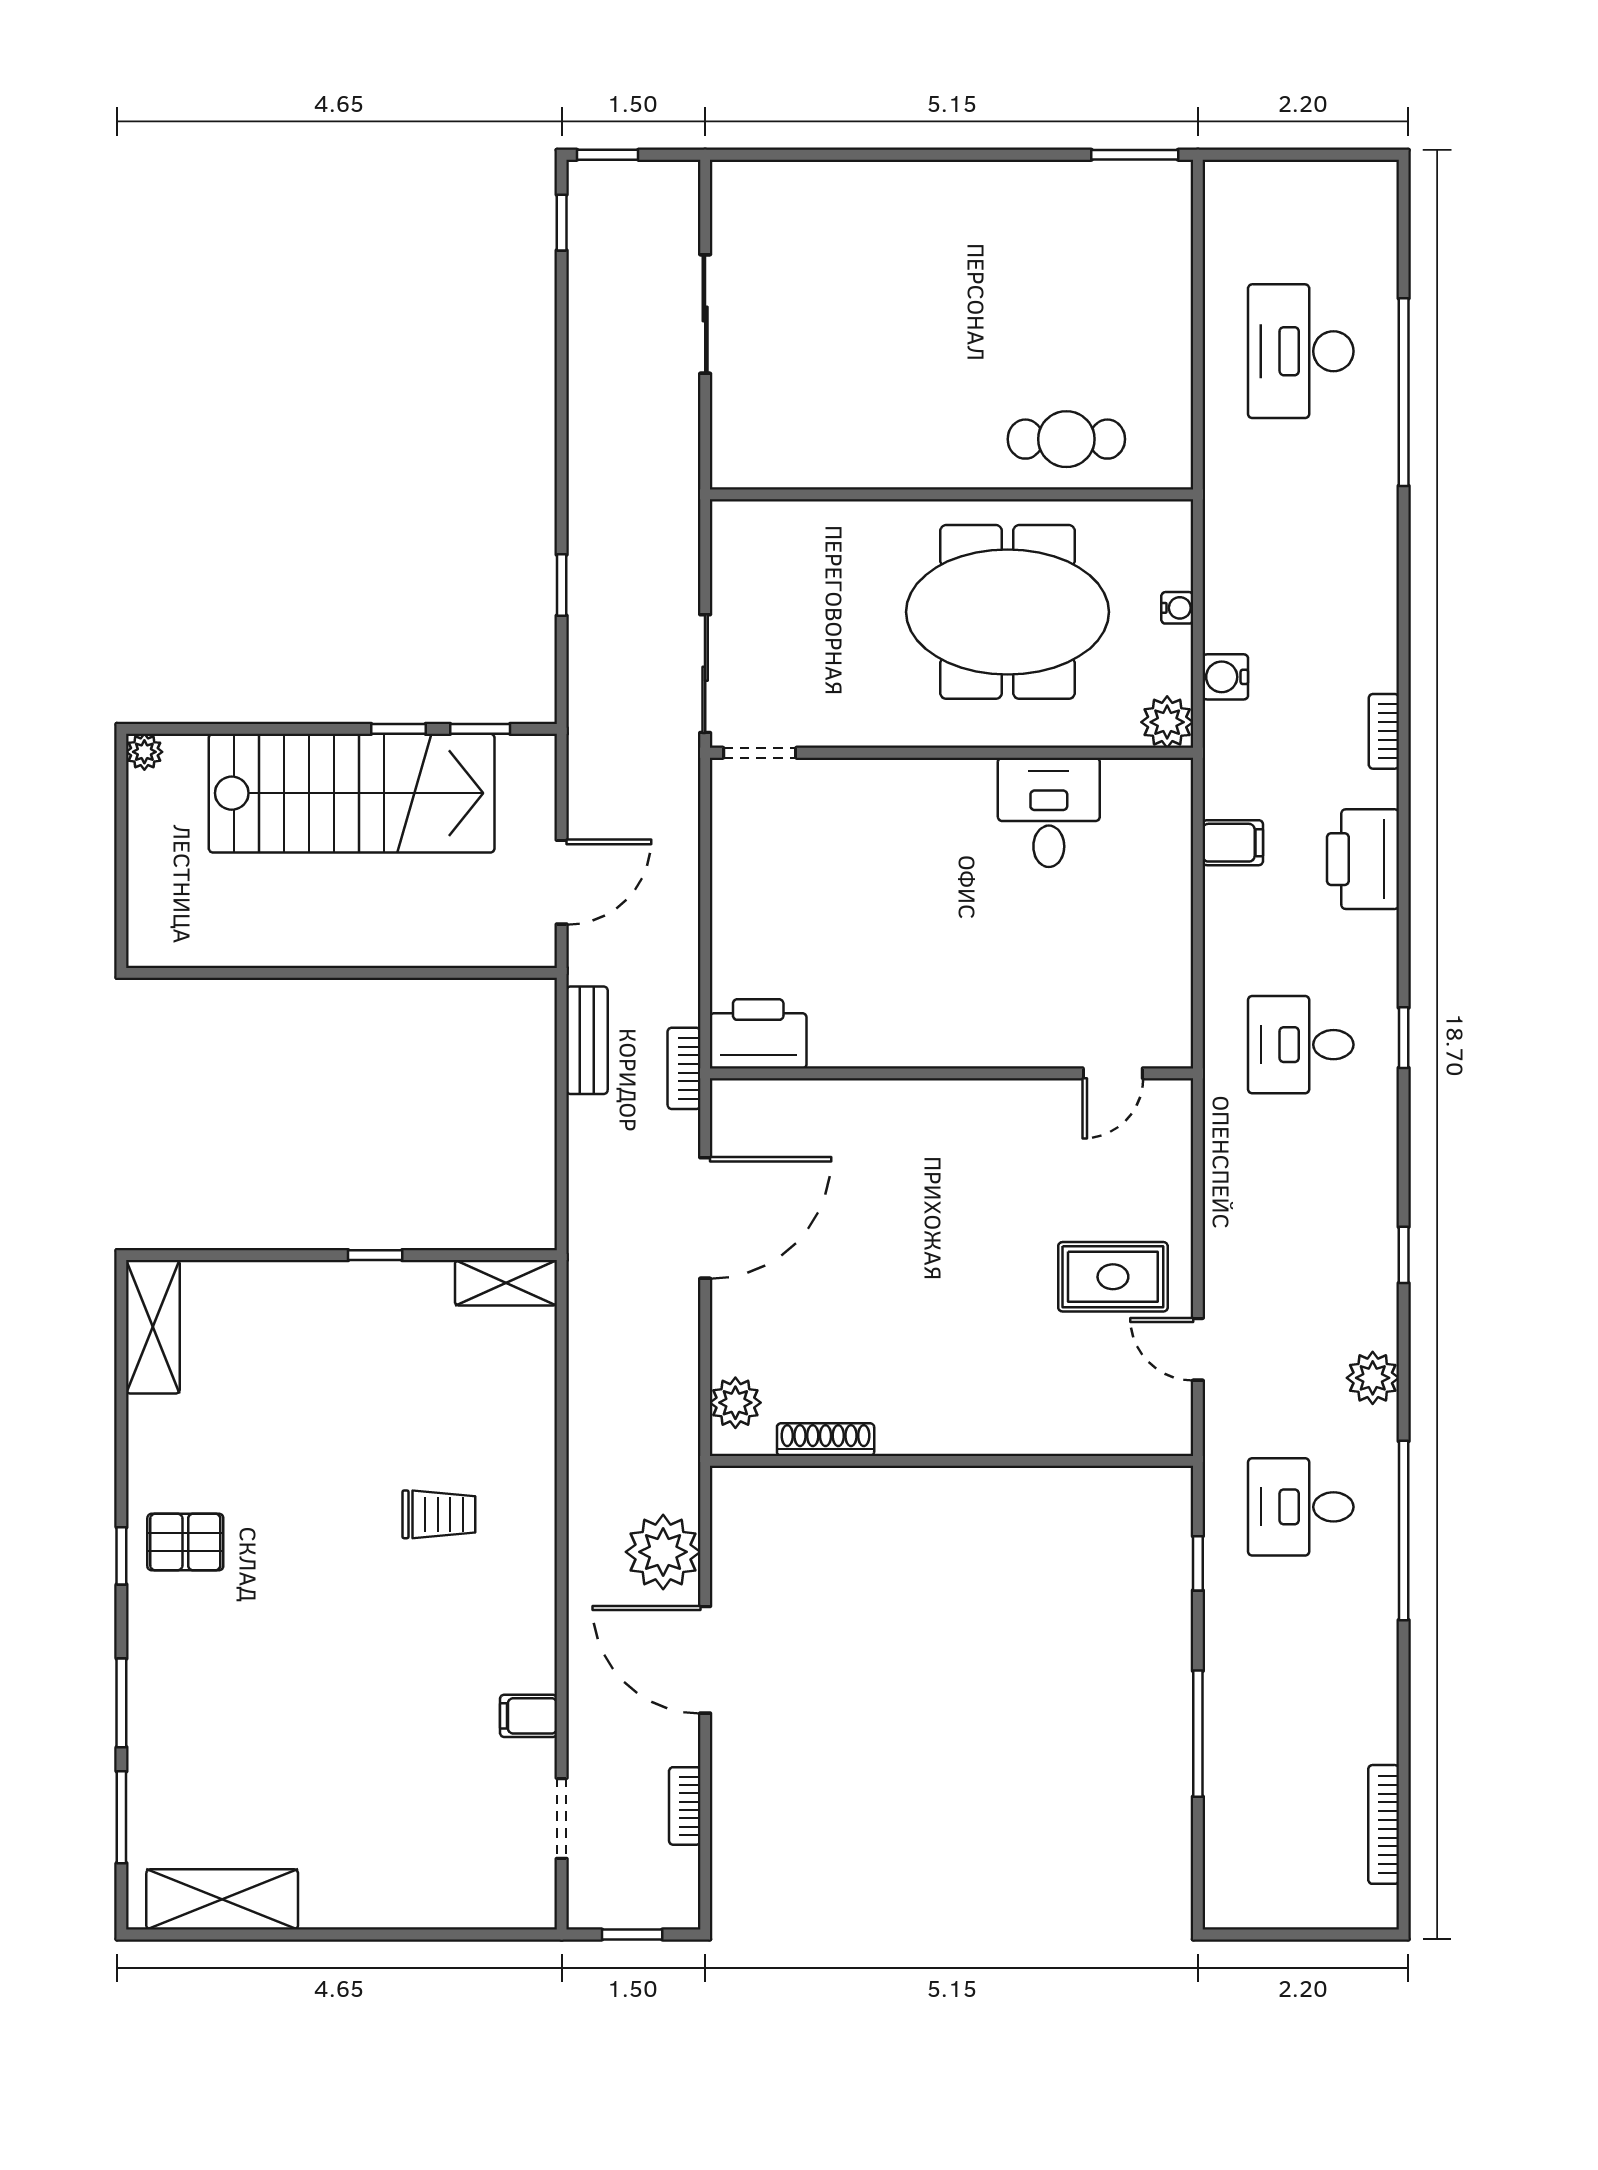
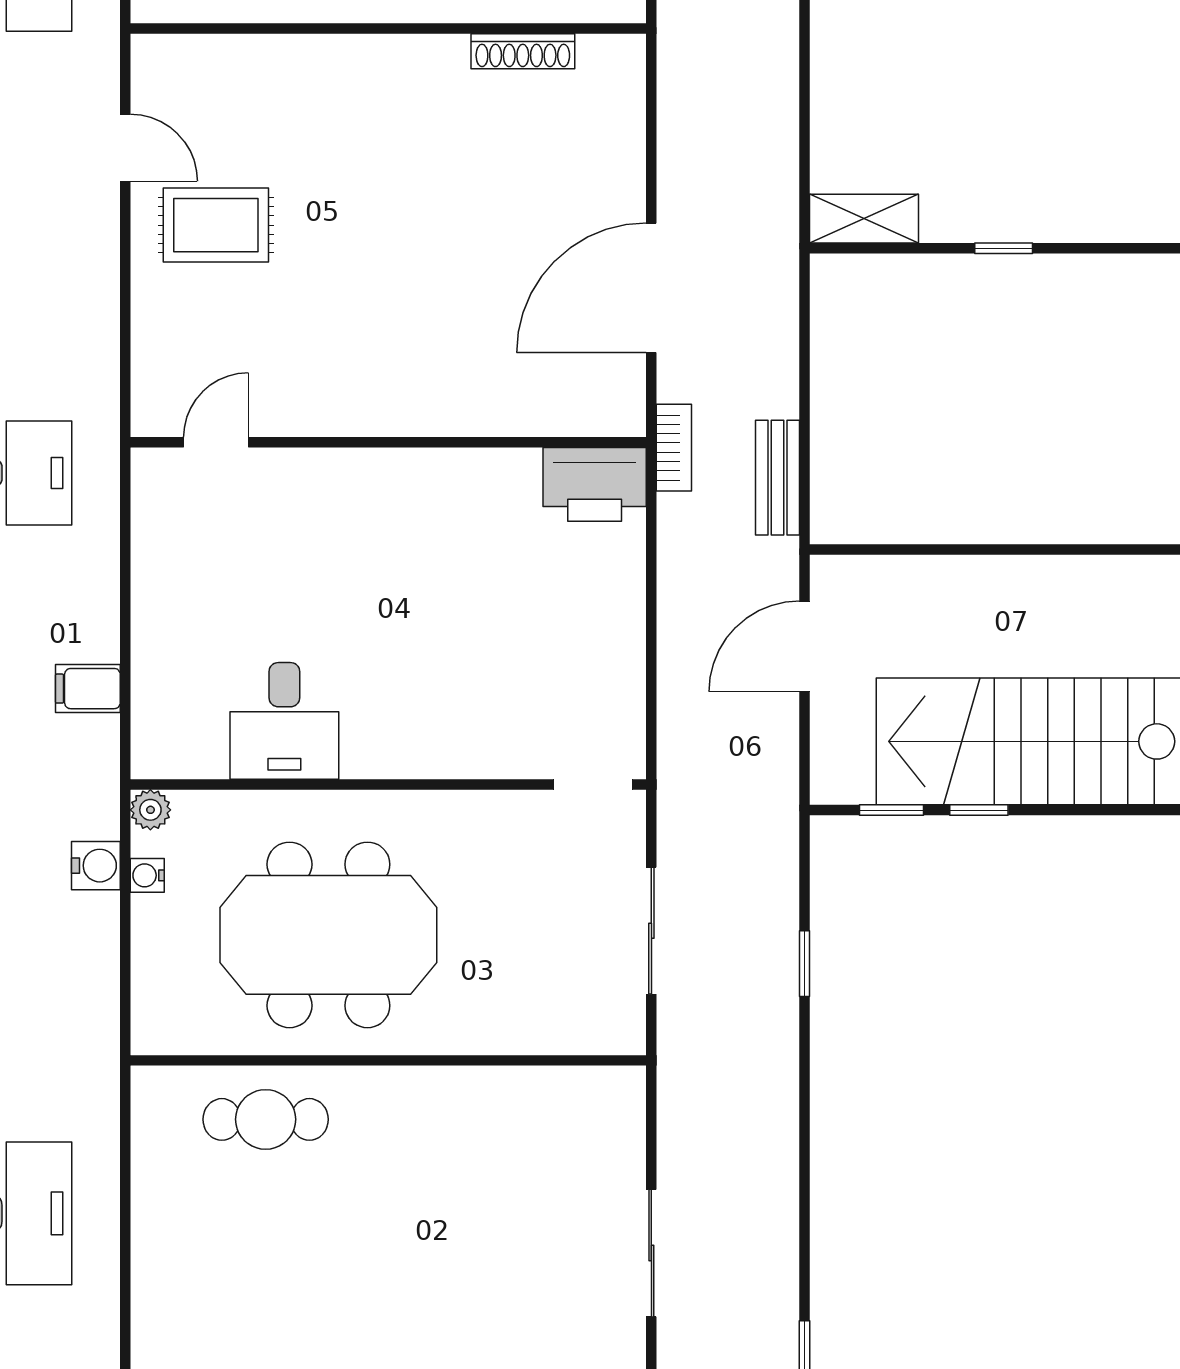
water cooler: (1177, 608) -> (147, 875), moved
sliding door: (705, 674) -> (651, 931), moved
plant: (1167, 722) -> (150, 810), width x0.73, depth x0.73
plant: (735, 1403) -> (619, 91), removed

